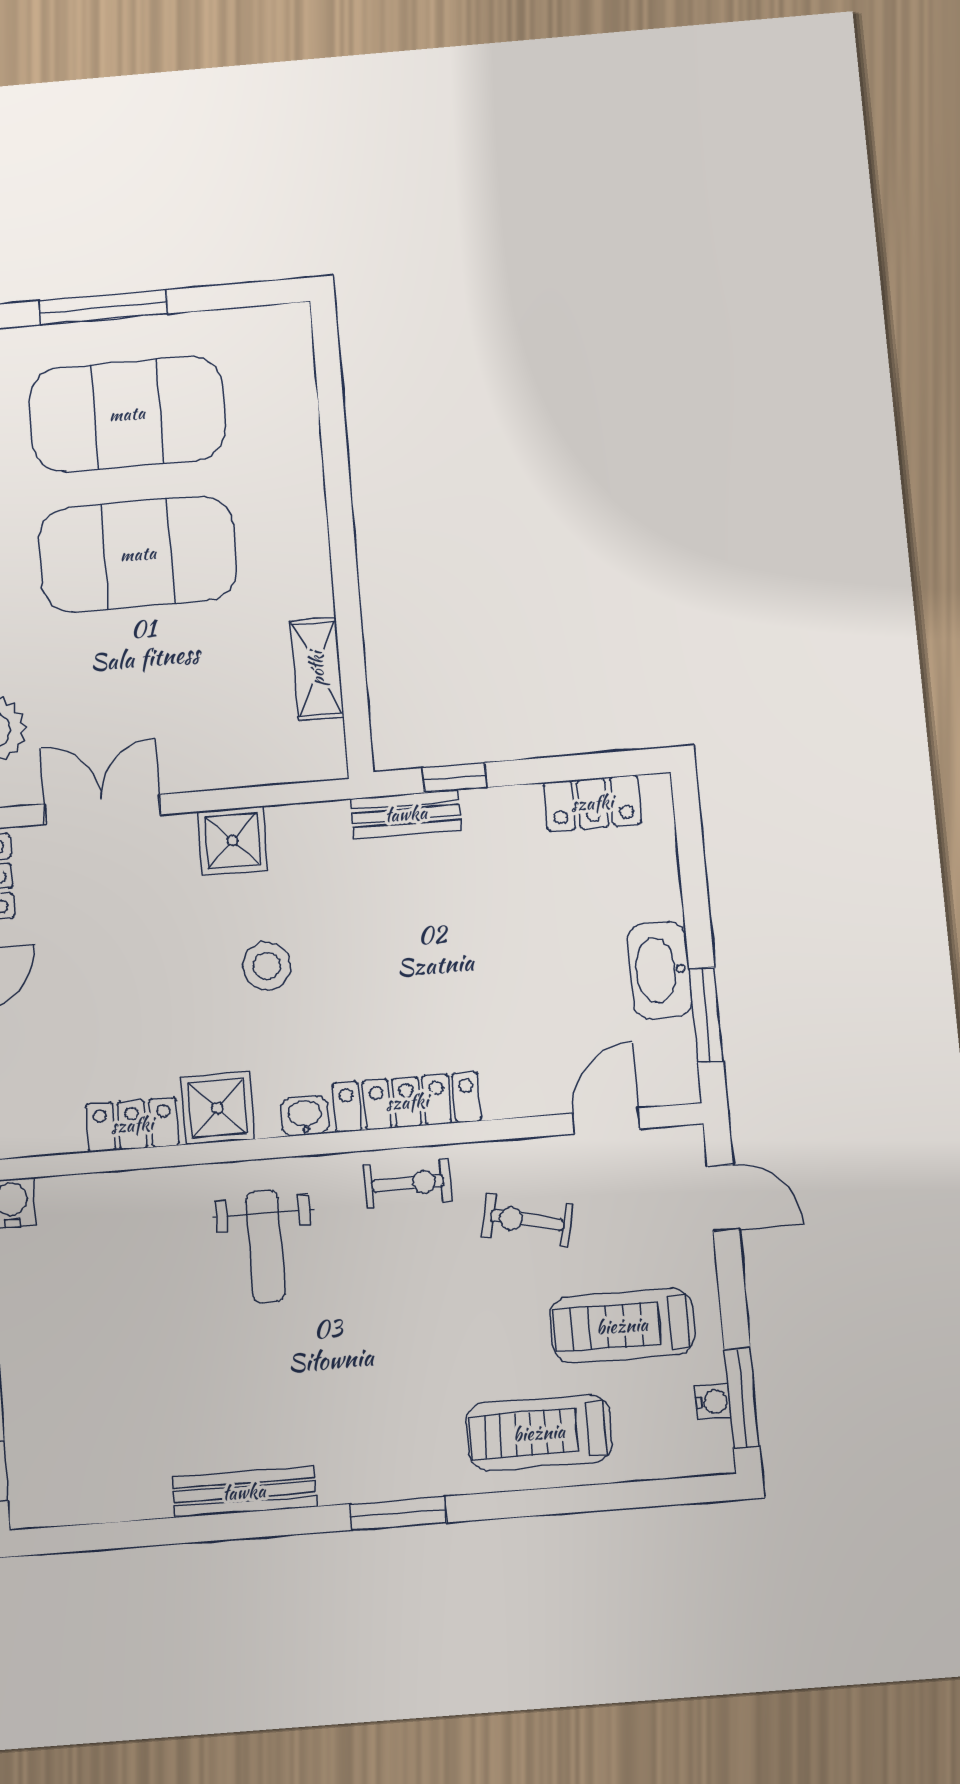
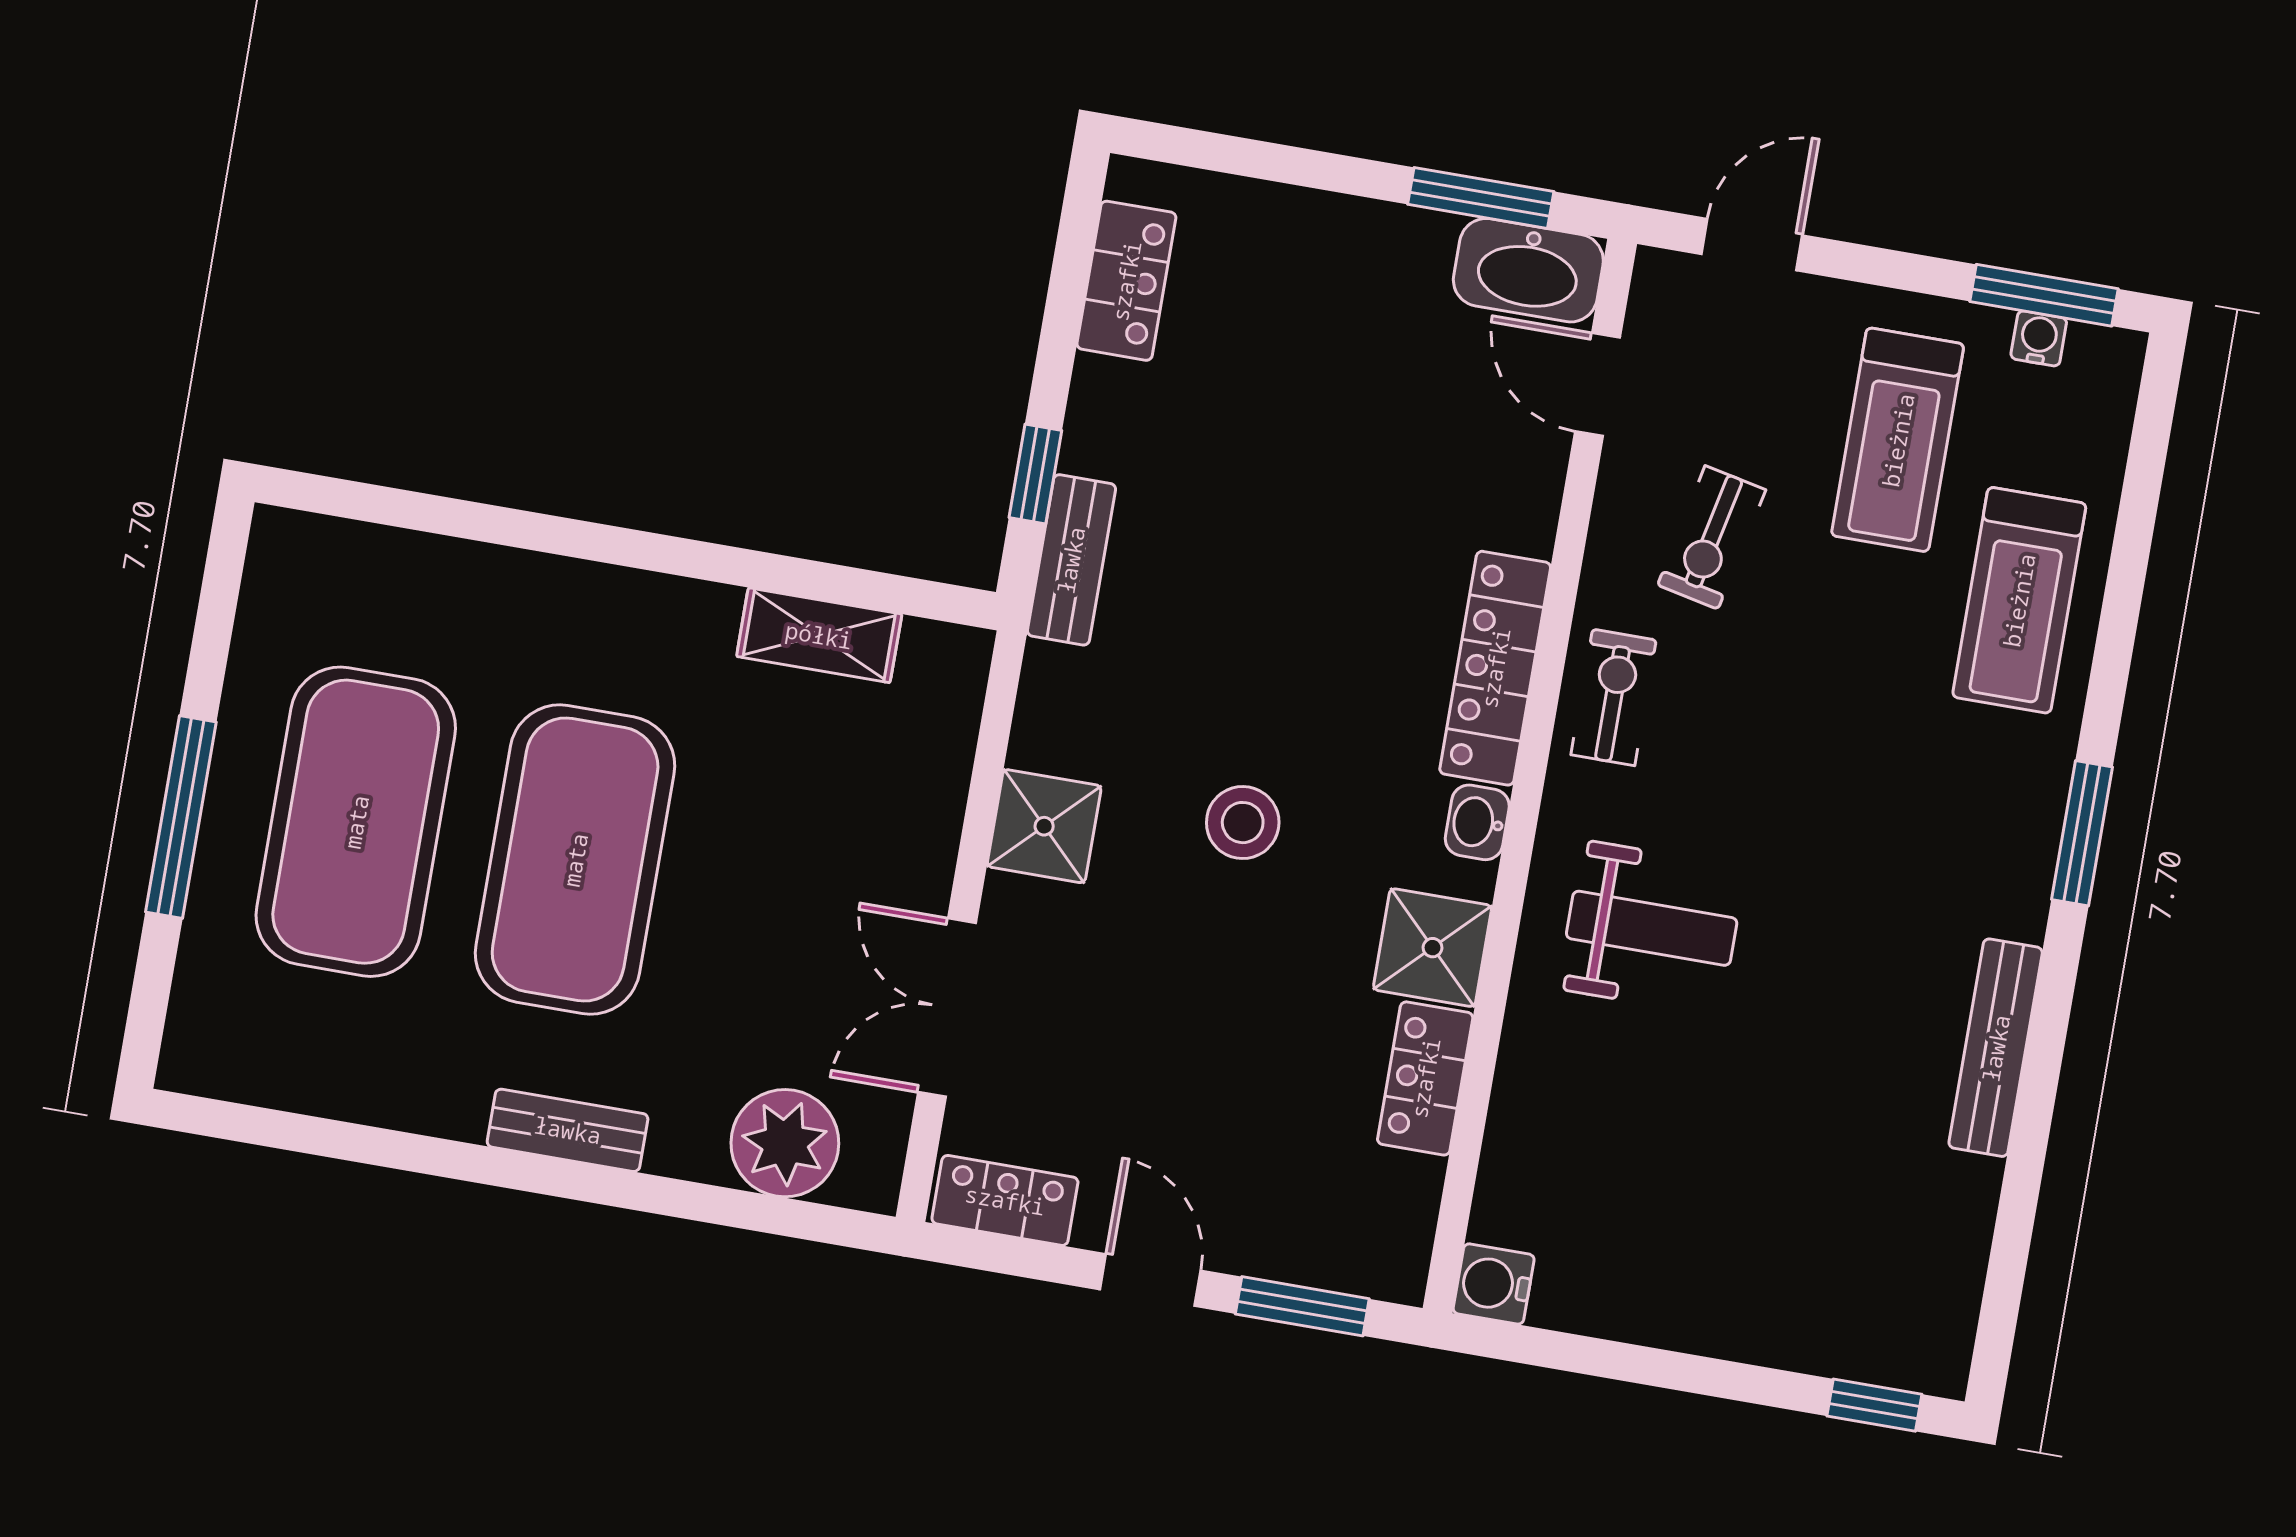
washbasin: (660, 970) -> (1528, 270), moved

